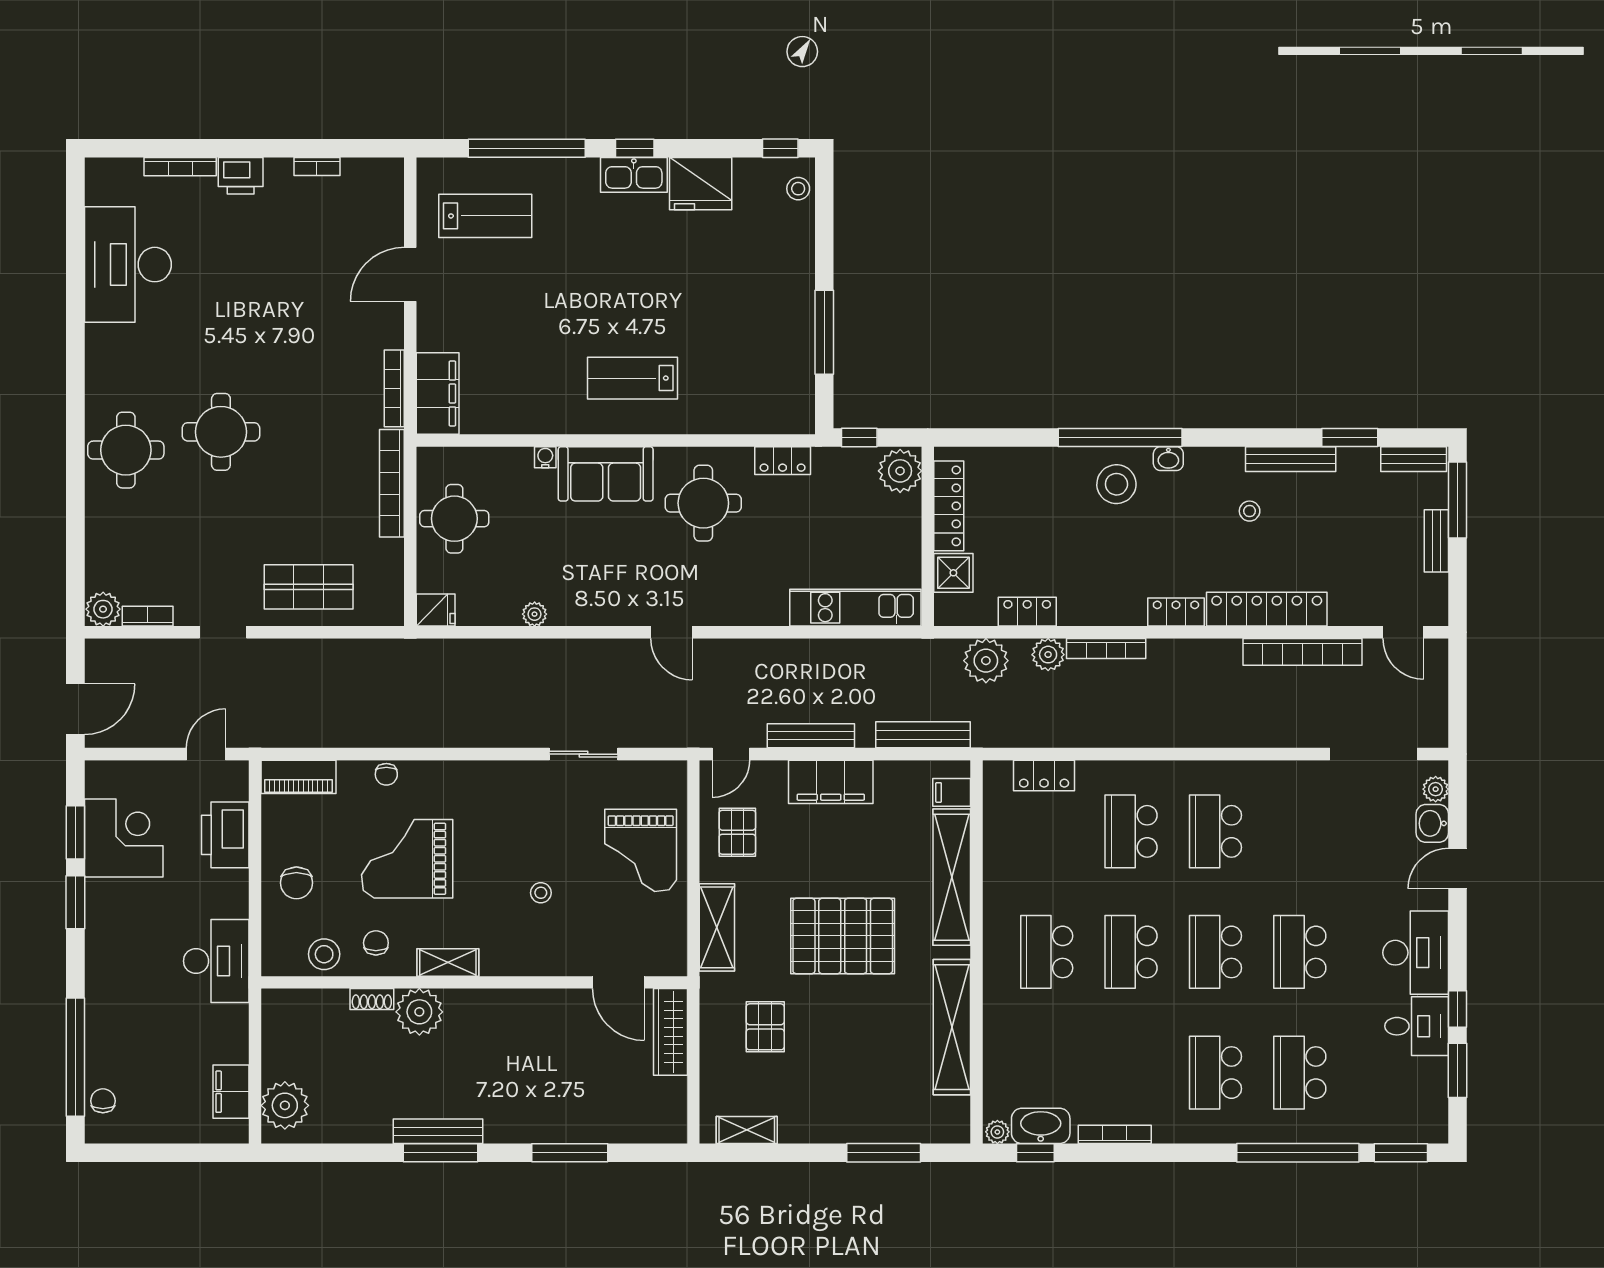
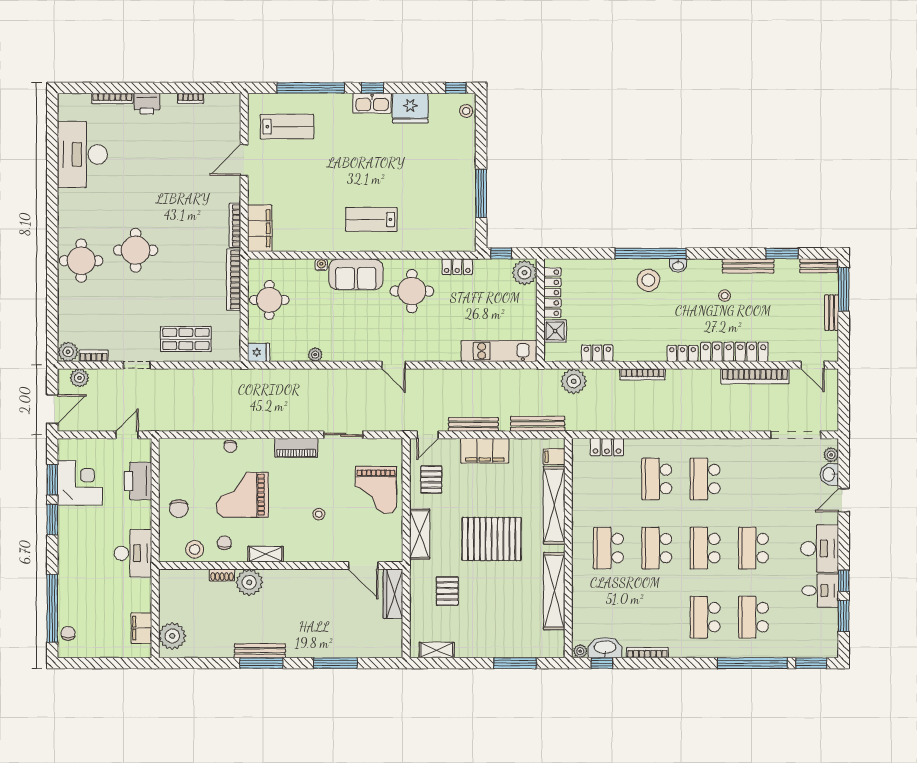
plant: (1048, 655) -> (79, 378), moved
piano: (298, 777) -> (296, 448), moved

